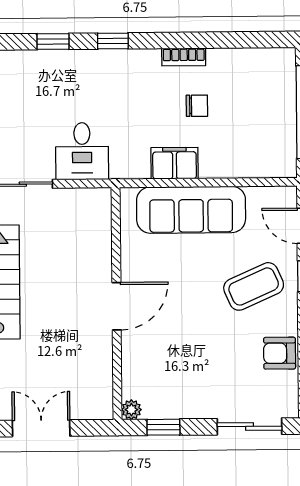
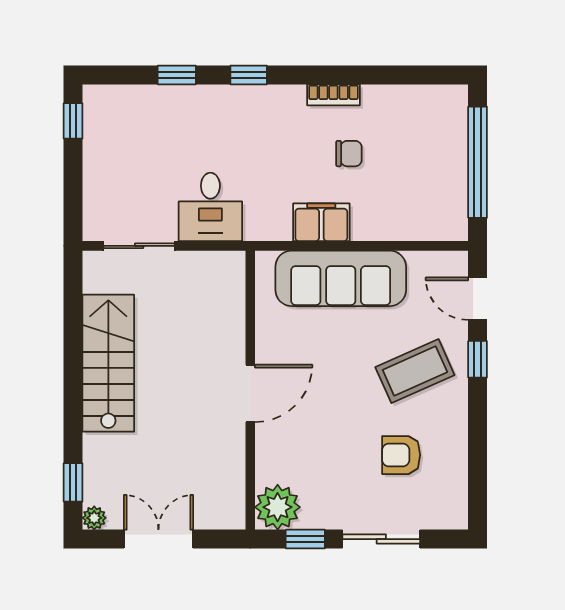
armchair: (280, 353) -> (401, 455), moved
plant: (131, 410) -> (278, 507), width x1.88, depth x1.88
sliding door: (250, 426) -> (381, 539), moved

